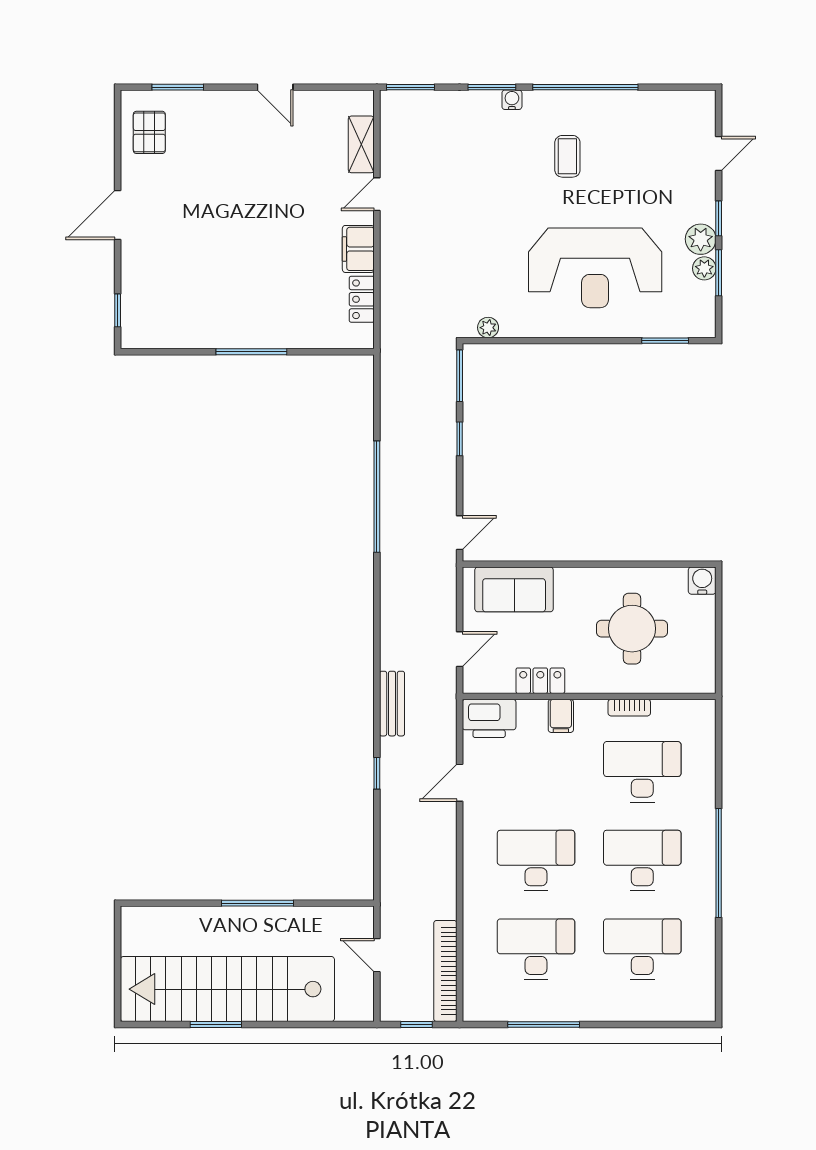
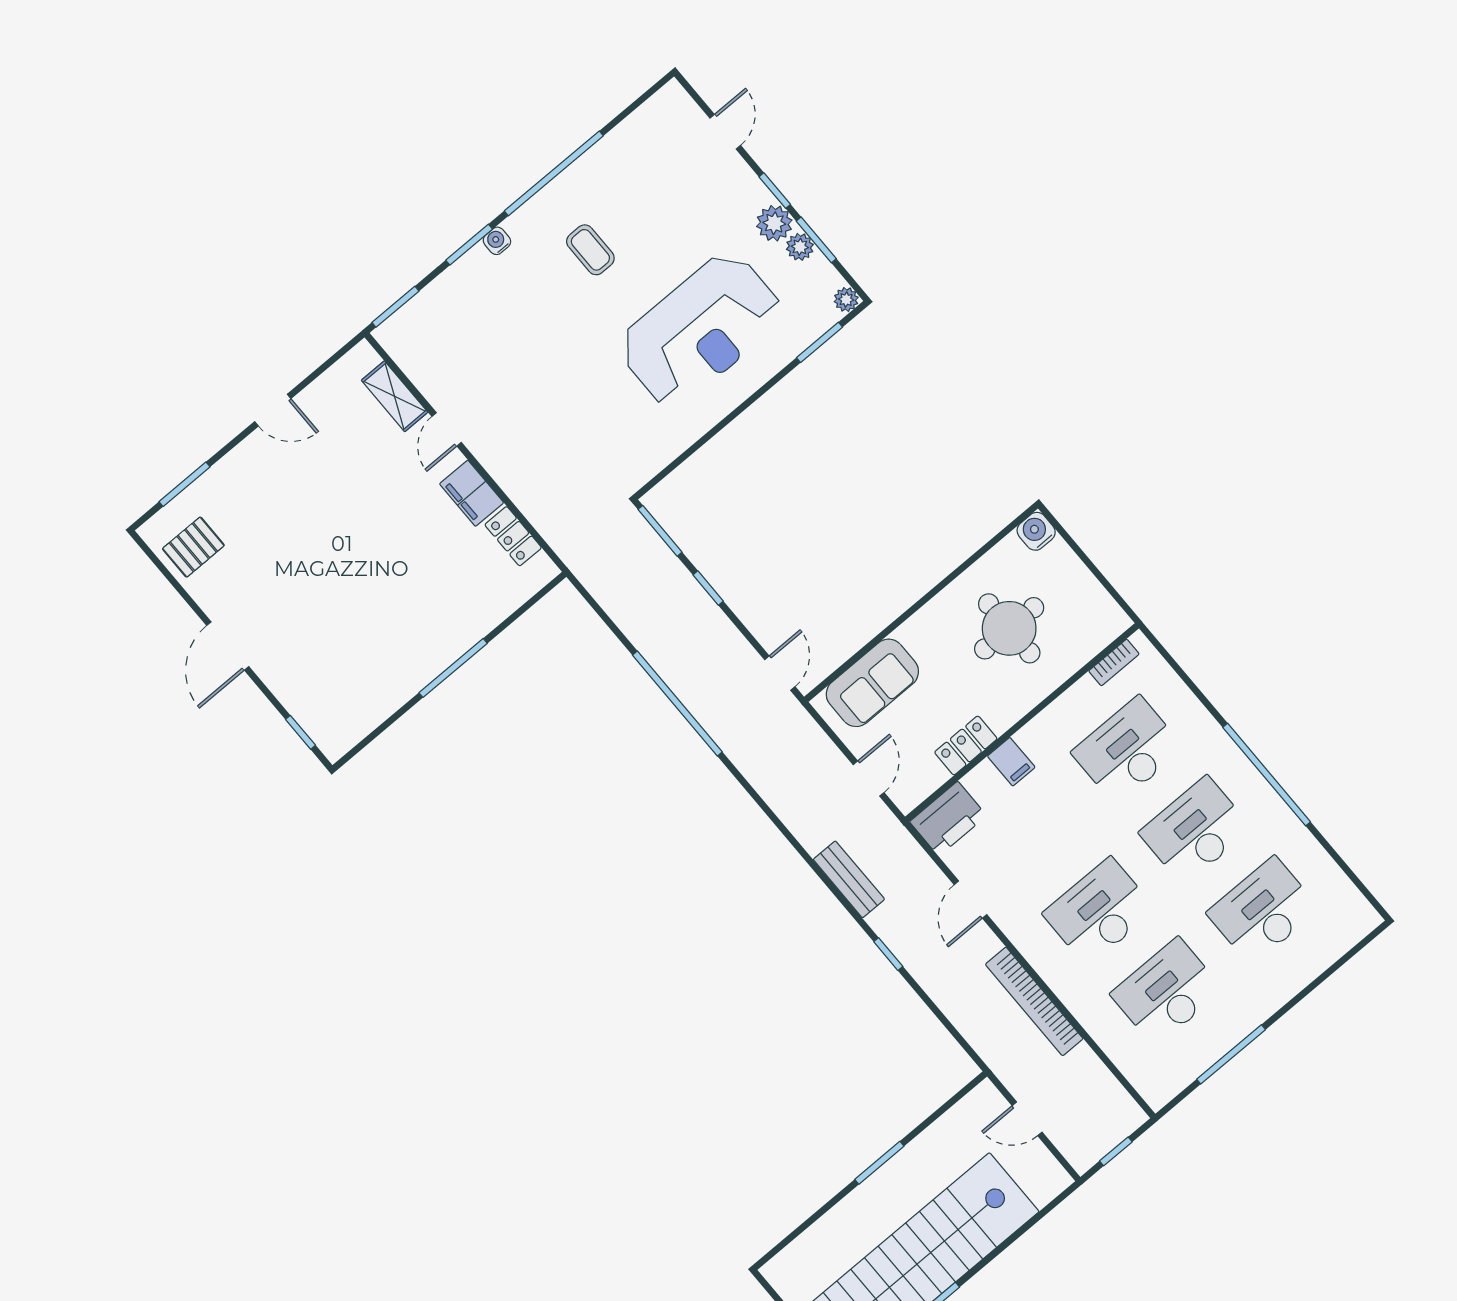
pallet: (149, 132) -> (193, 547), turned 90
plant: (488, 328) -> (846, 300), moved
bookcase: (629, 708) -> (1114, 662), moved
window: (257, 903) -> (879, 1163), width x0.69
bookcase: (445, 971) -> (1034, 1001), moved

